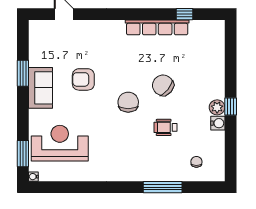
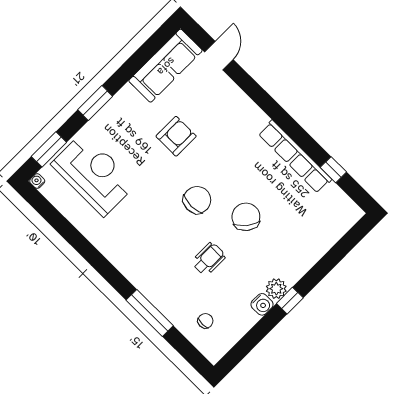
window: (23, 73) -> (95, 103), moved
armchair: (83, 79) -> (176, 136), turned 90
sofa: (40, 88) -> (166, 66), moved, width x1.36
wheelchair: (166, 127) -> (209, 259), turned 90

